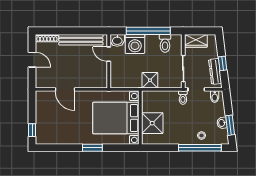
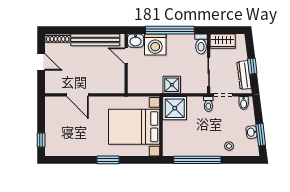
toilet: (165, 43) -> (201, 44), moved
shower: (152, 123) -> (175, 108), moved
window: (200, 148) -> (197, 160), moved

